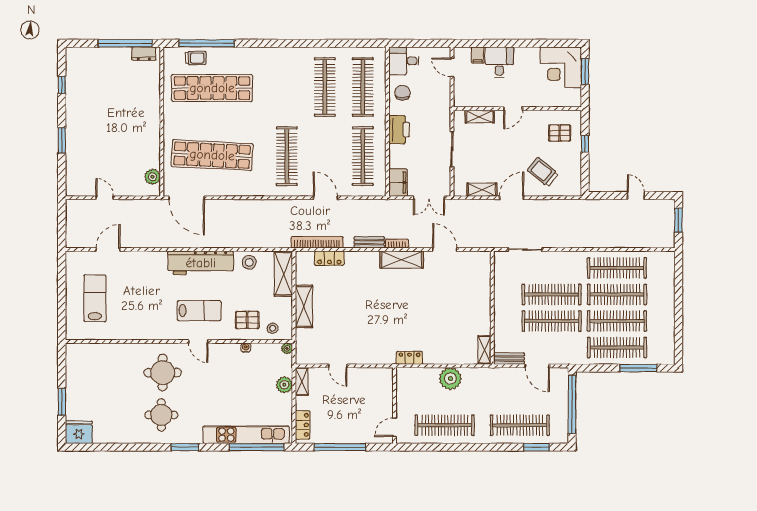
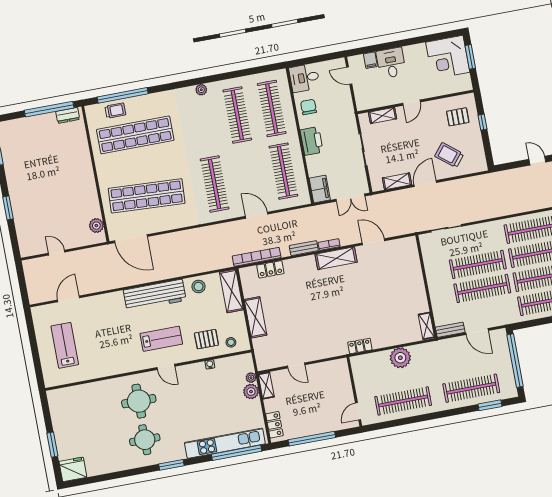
plant: (291, 53) -> (201, 90), added
plant: (287, 348) -> (251, 378), moved

